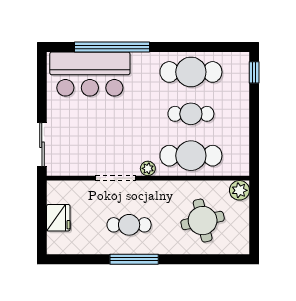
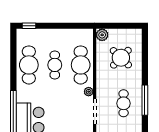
round table: (203, 221) -> (121, 58), turned -33

